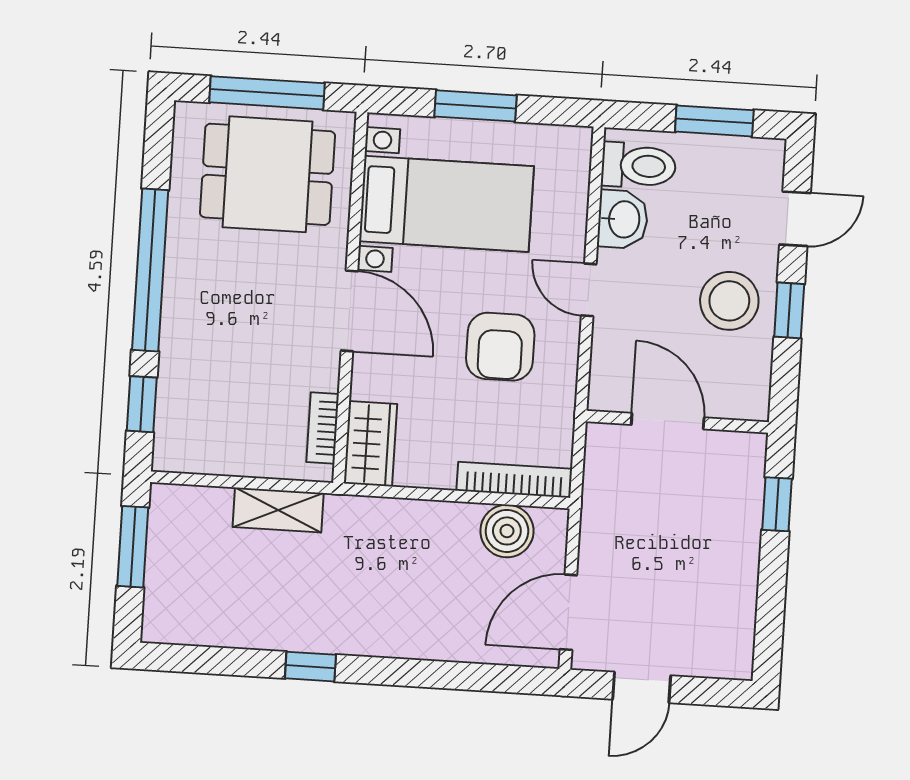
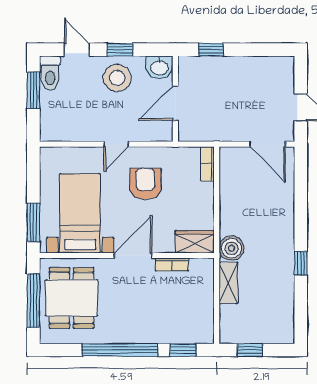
window: (476, 106) -> (33, 222), moved
toilet: (638, 166) -> (50, 73), moved, turned 180
washbasin: (623, 219) -> (159, 67), moved, turned 180
armchair: (500, 347) -> (145, 184), turned -90
bookcase: (323, 428) -> (172, 265), moved
bookcase: (514, 480) -> (207, 164), width x0.64
boiler: (507, 531) -> (231, 248), moved
window: (133, 547) -> (250, 350), width x0.67

